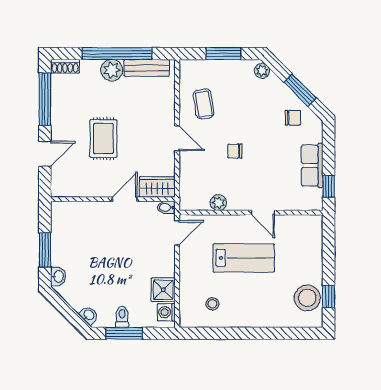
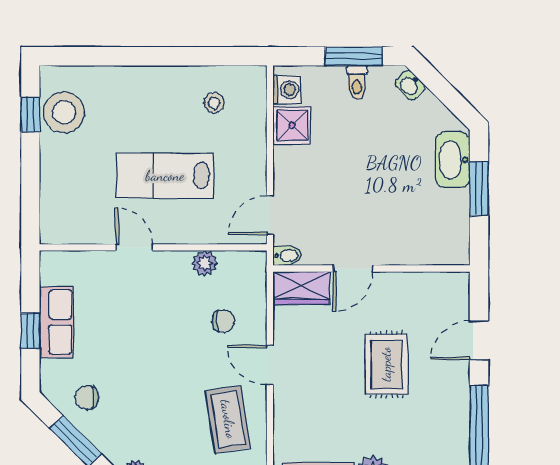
coffee table: (204, 104) -> (228, 419), width x1.36, depth x1.30
chair: (235, 151) -> (223, 321), moved
window: (329, 186) -> (30, 331), moved
washbasin: (58, 276) -> (453, 160), width x1.91, depth x1.45

